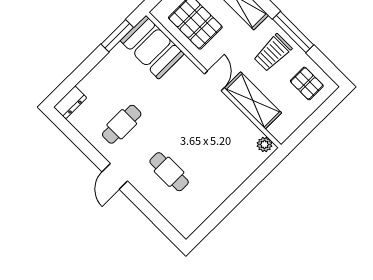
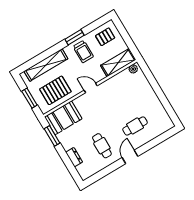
window: (293, 32) -> (74, 37), width x0.69
shelving: (253, 100) -> (118, 63), moved
dresser: (70, 102) -> (74, 157), moved
door: (115, 176) -> (130, 157), swing flipped

